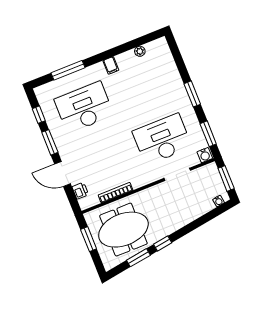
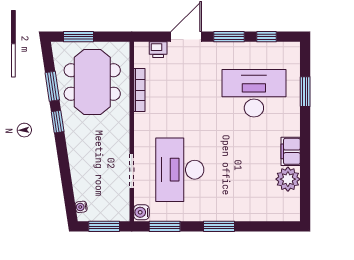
plant: (140, 51) -> (288, 179), width x1.87, depth x1.87
filing cabinet: (111, 65) -> (291, 151), width x2.00
window: (68, 70) -> (305, 92), width x0.69
desk: (84, 107) -> (254, 93), turned -90
desk: (162, 139) -> (180, 170), turned 180
window: (89, 239) -> (78, 37), moved

